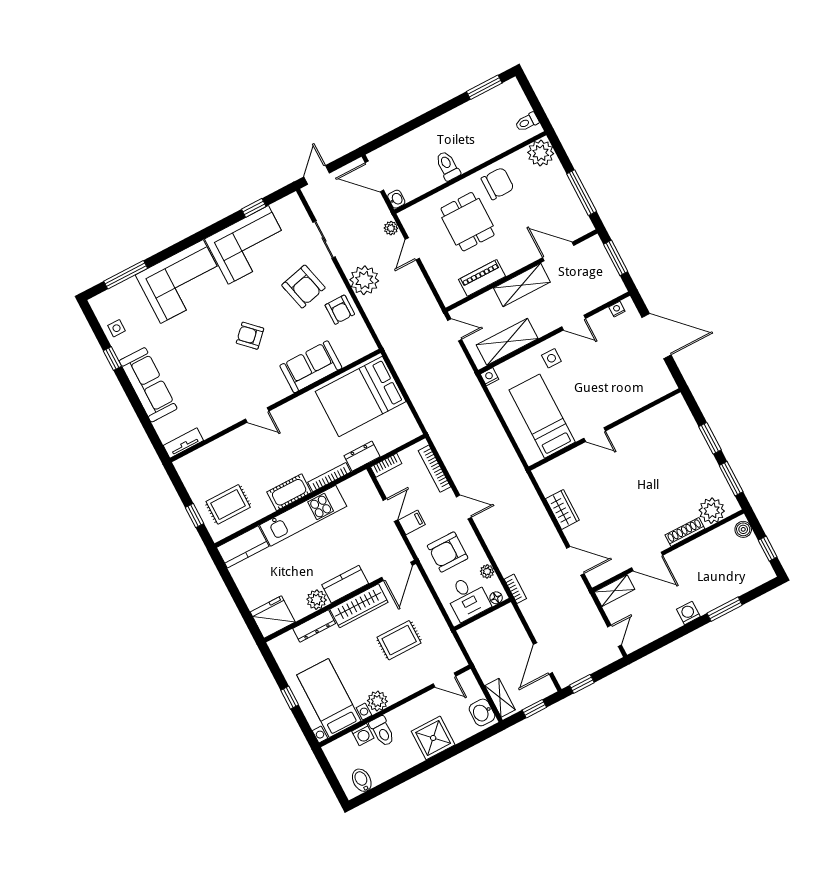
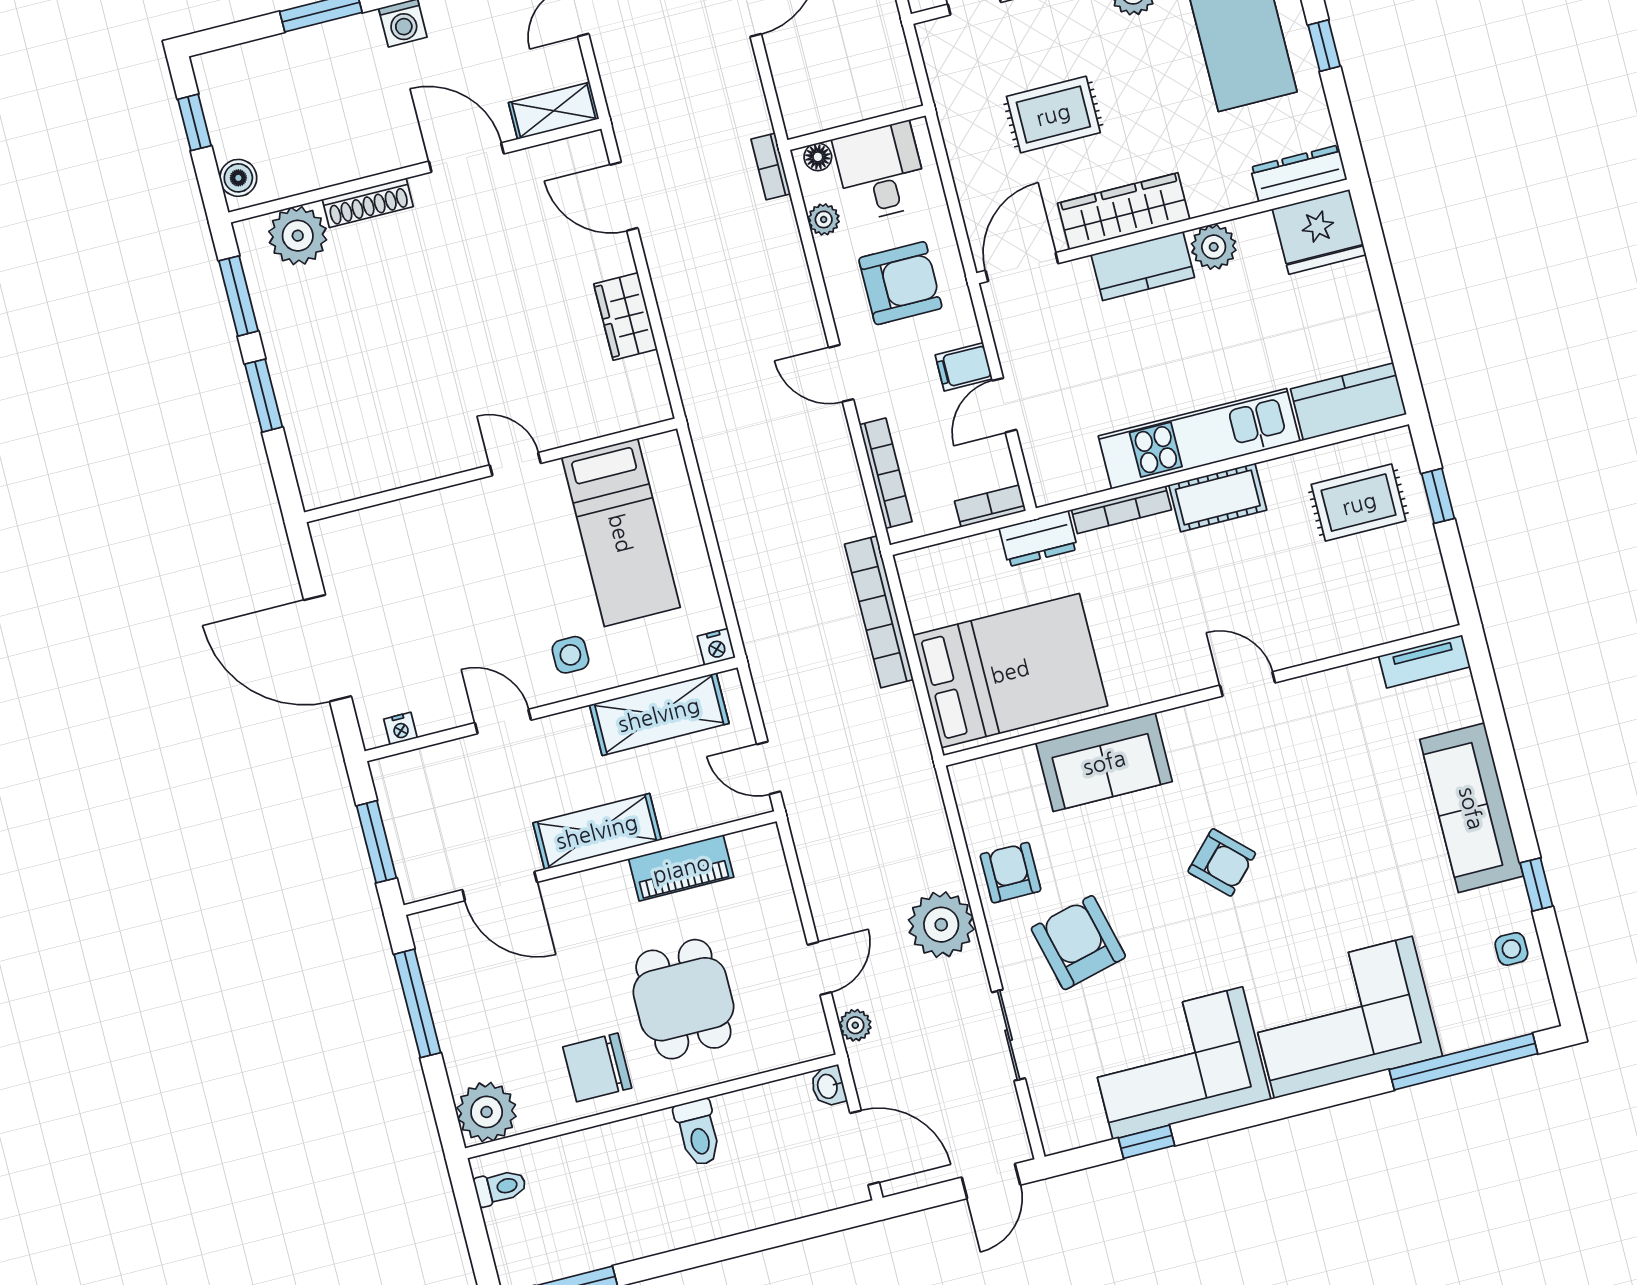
window: (126, 275) -> (1463, 1062), width x1.46
bookcase: (423, 408) -> (879, 612), added
dresser: (314, 626) -> (1299, 173), moved

